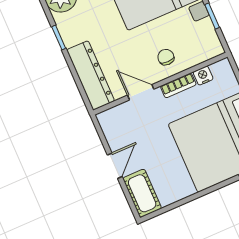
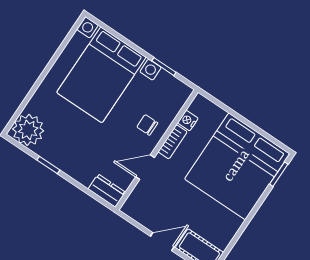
dresser: (91, 75) -> (107, 191), width x0.51, depth x0.80
door: (115, 166) -> (162, 242), hinge flipped

